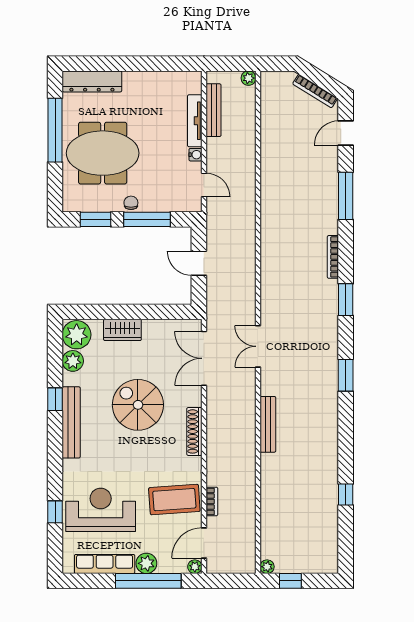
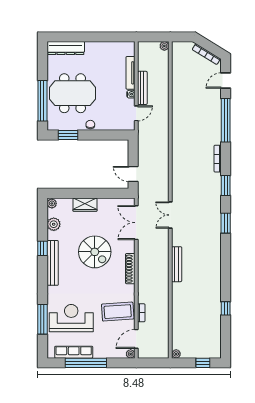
bench: (214, 110) -> (142, 88), moved
window: (55, 130) -> (42, 101), moved
door: (204, 185) -> (136, 113), hinge flipped
window: (346, 196) -> (226, 120), width x1.46
window: (147, 219) -> (100, 135), removed
door: (199, 263) -> (133, 174), moved
plant: (77, 335) -> (52, 203), width x0.53, depth x0.53
window: (346, 375) -> (226, 223), moved
spiral stairs: (138, 405) -> (95, 252), turned 180
window: (55, 512) -> (42, 319), width x2.17
plant: (146, 563) -> (100, 352), removed
window: (148, 581) -> (86, 363), moved
window: (290, 581) -> (203, 363), moved

